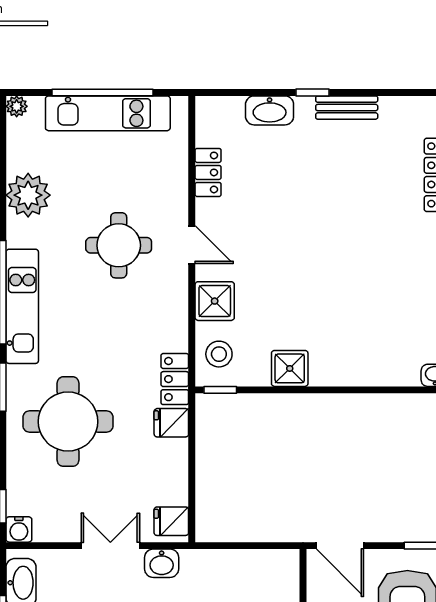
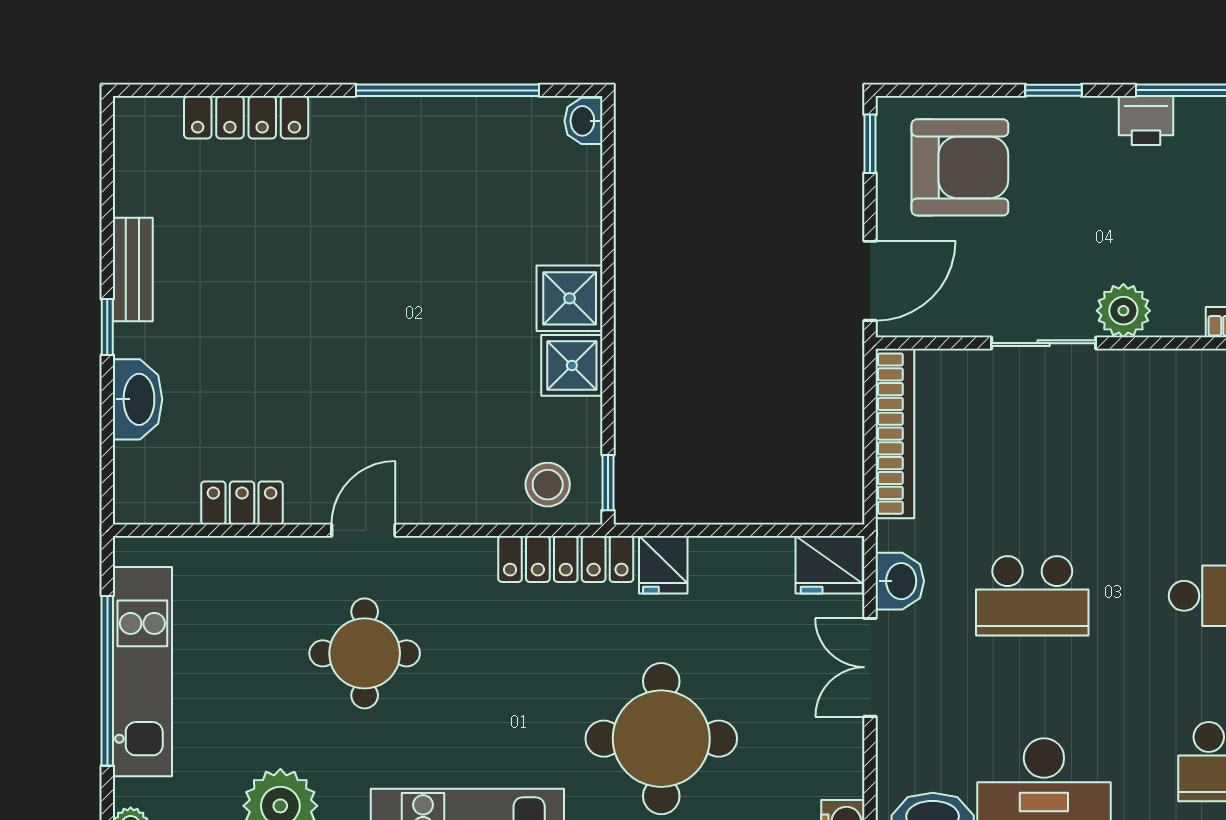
shower: (215, 301) -> (570, 298), moved
locker: (175, 379) -> (566, 559), width x1.53
fridge: (171, 521) -> (829, 565), width x1.38
bookcase: (249, 560) -> (895, 434), added

